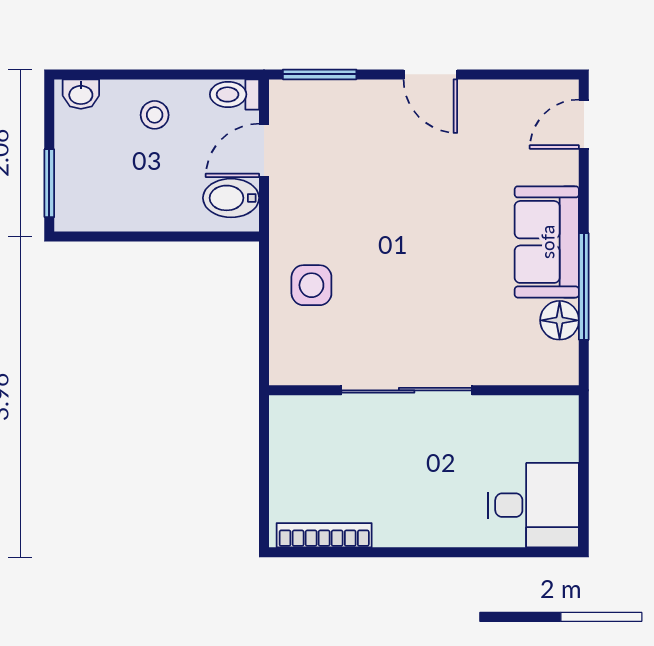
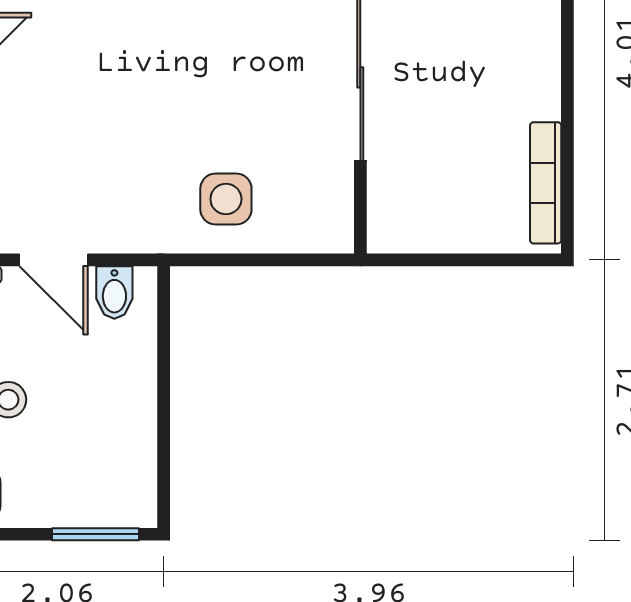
bidet: (231, 198) -> (114, 292), width x0.72, depth x0.74

